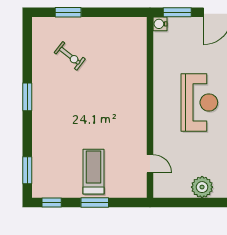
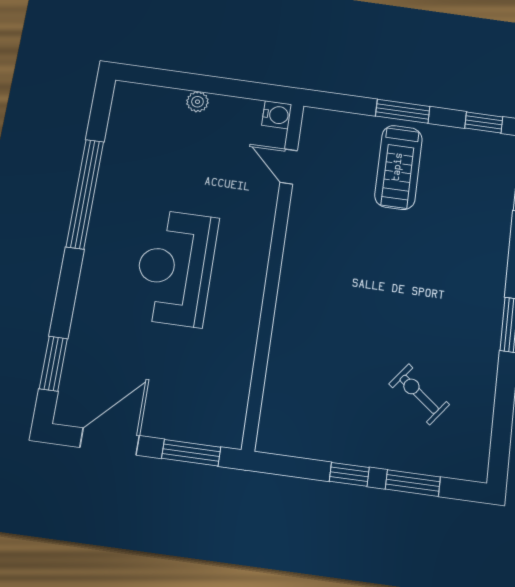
window: (99, 12) -> (349, 474), added
water cooler: (160, 24) -> (277, 115), moved
plant: (202, 187) -> (197, 102), width x0.53, depth x0.53

